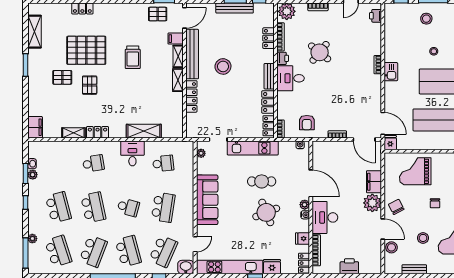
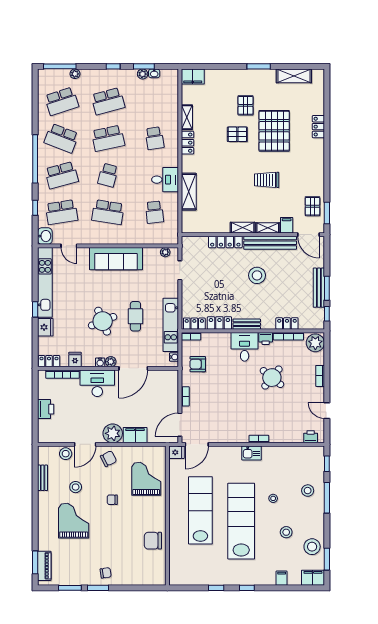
kitchen unit: (253, 148) -> (171, 325), moved
school desk: (163, 251) -> (62, 212), turned -33

